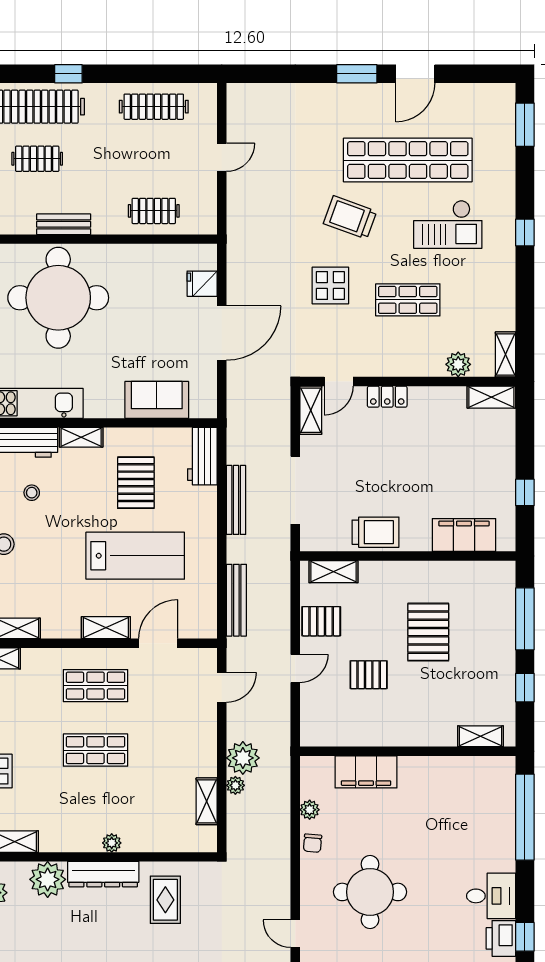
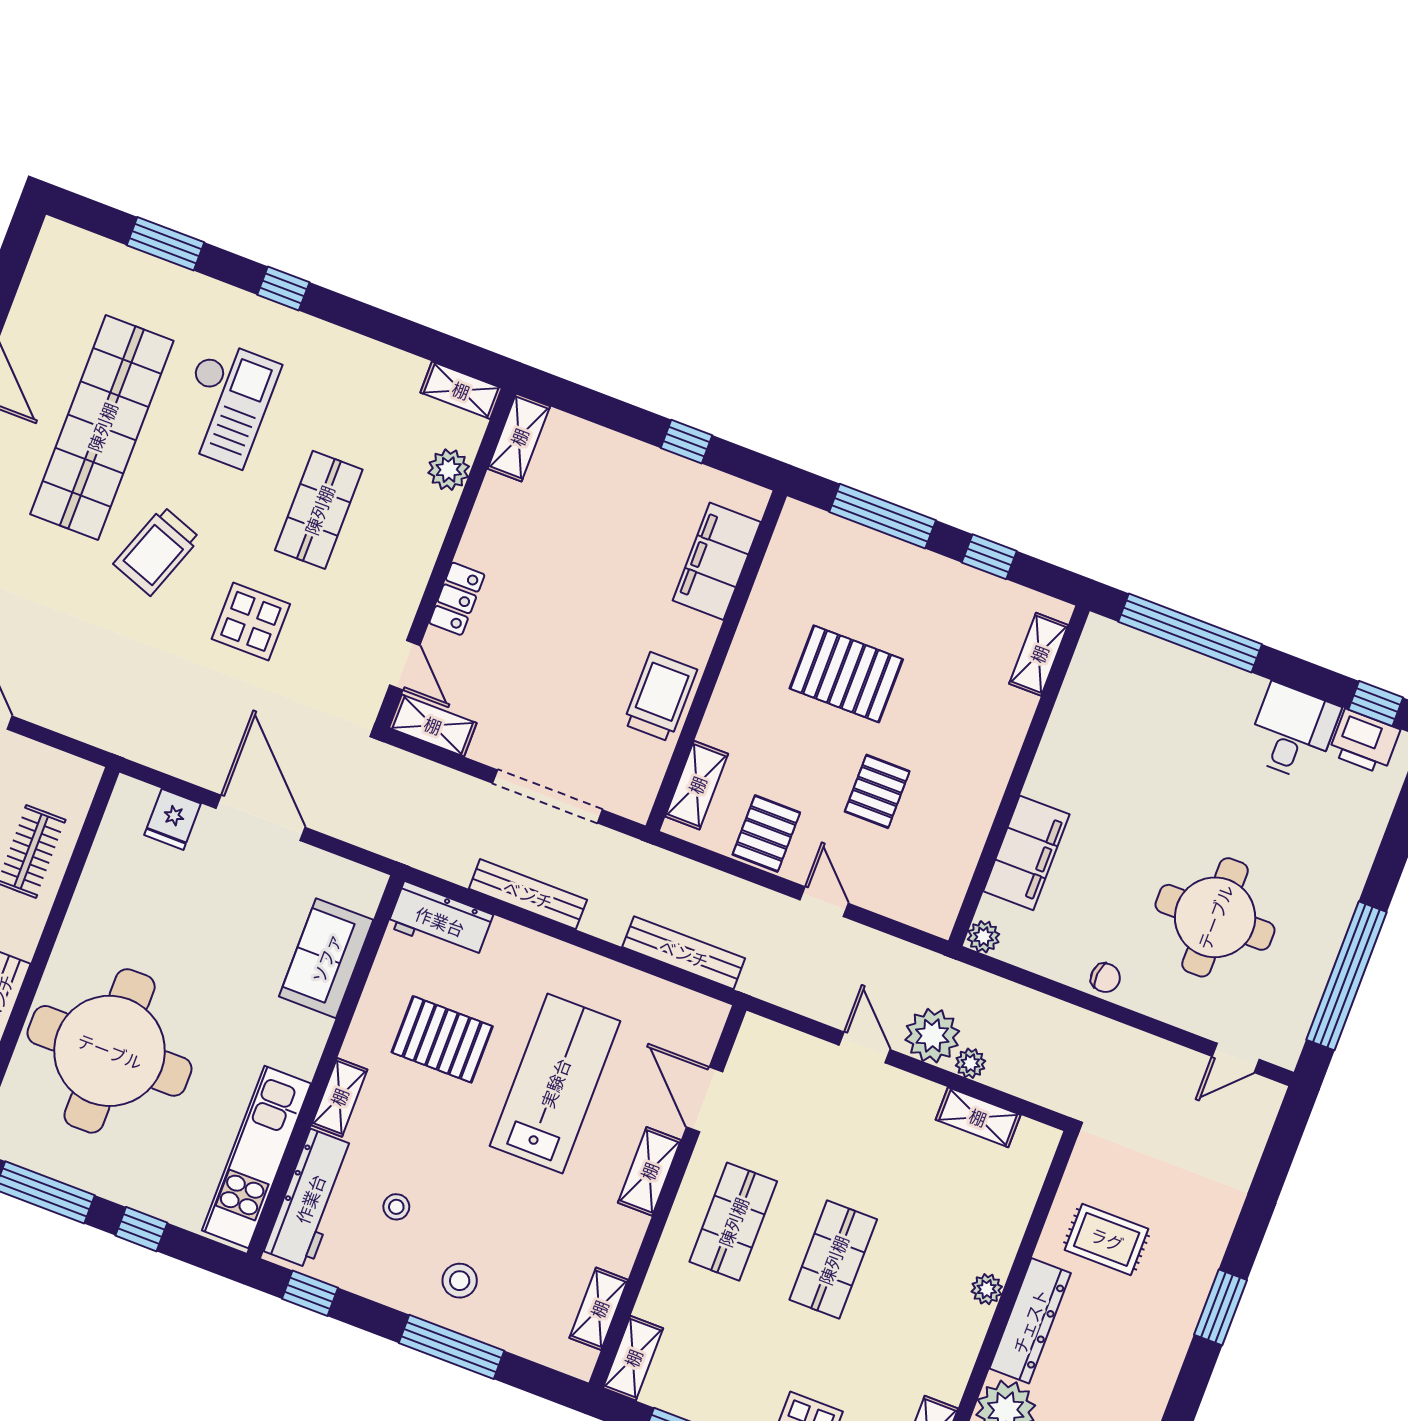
window: (525, 125) -> (166, 244), moved
door: (222, 687) -> (865, 1047), moved
plant: (310, 810) -> (983, 937), moved

